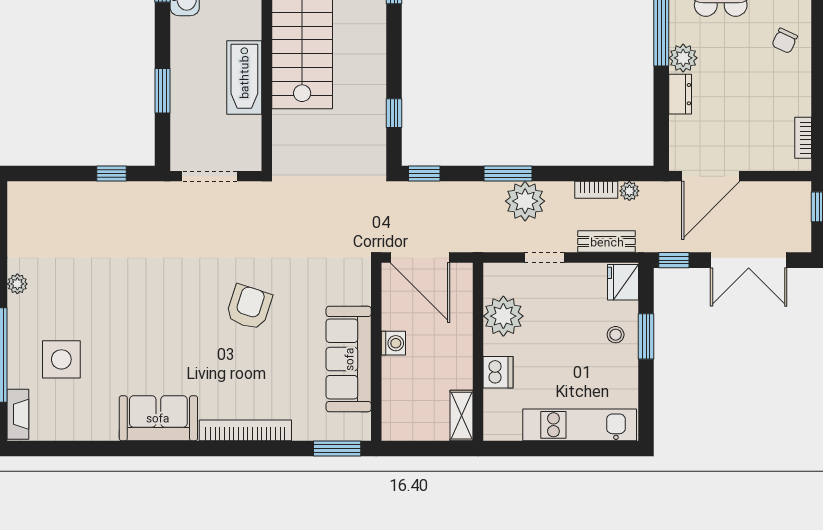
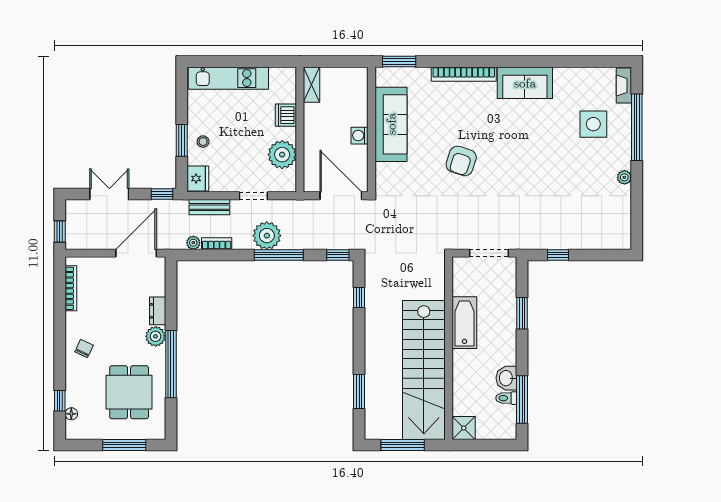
bookcase: (803, 138) -> (71, 288), width x1.56
window: (508, 174) -> (279, 255), width x1.44
double door: (749, 260) -> (109, 194), width x0.73

